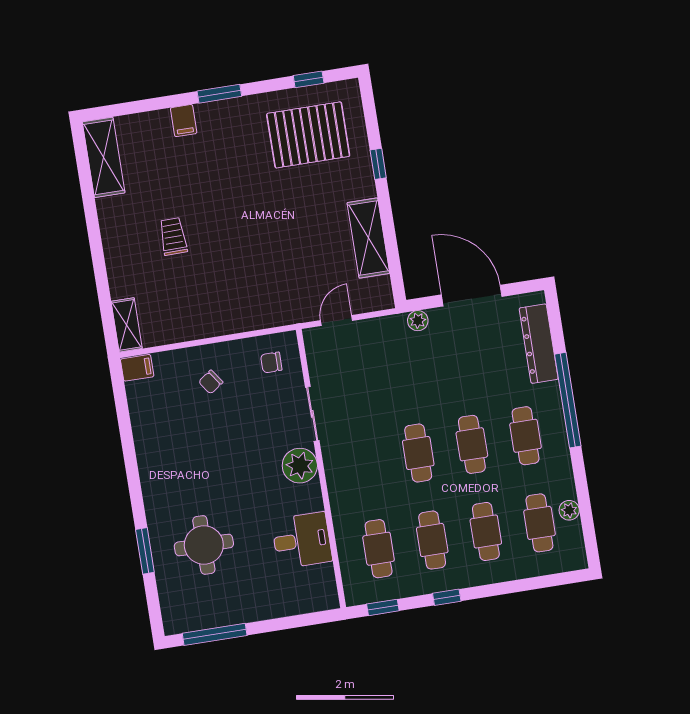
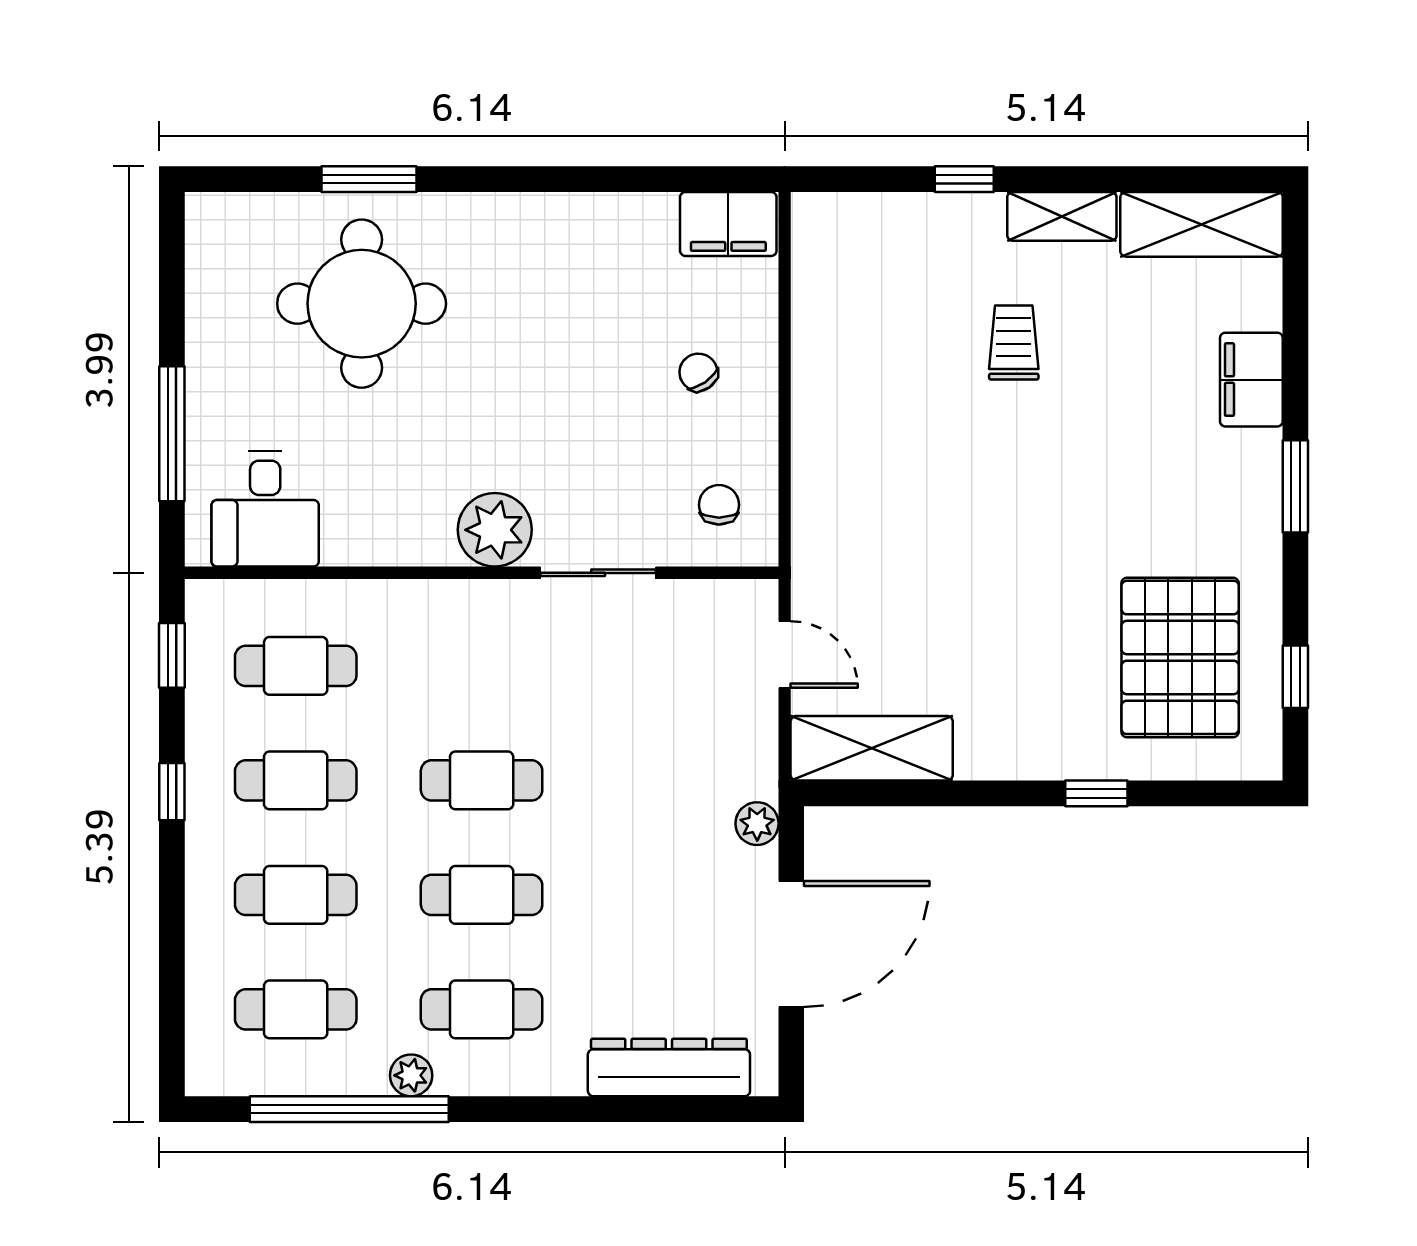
filing cabinet: (184, 121) -> (1251, 380), width x2.00
trolley: (173, 236) -> (1014, 343), turned -89
shelving: (368, 238) -> (872, 748), moved
window: (100, 272) -> (964, 179), added
shelving: (127, 325) -> (1062, 216), moved
filing cabinet: (137, 368) -> (728, 224), width x2.00
window: (568, 400) -> (349, 1109), moved
plant: (569, 510) -> (411, 1075), moved
desk: (302, 540) -> (265, 509), moved
round table: (204, 545) -> (362, 304), width x1.36, depth x1.36
window: (215, 634) -> (172, 434), moved

